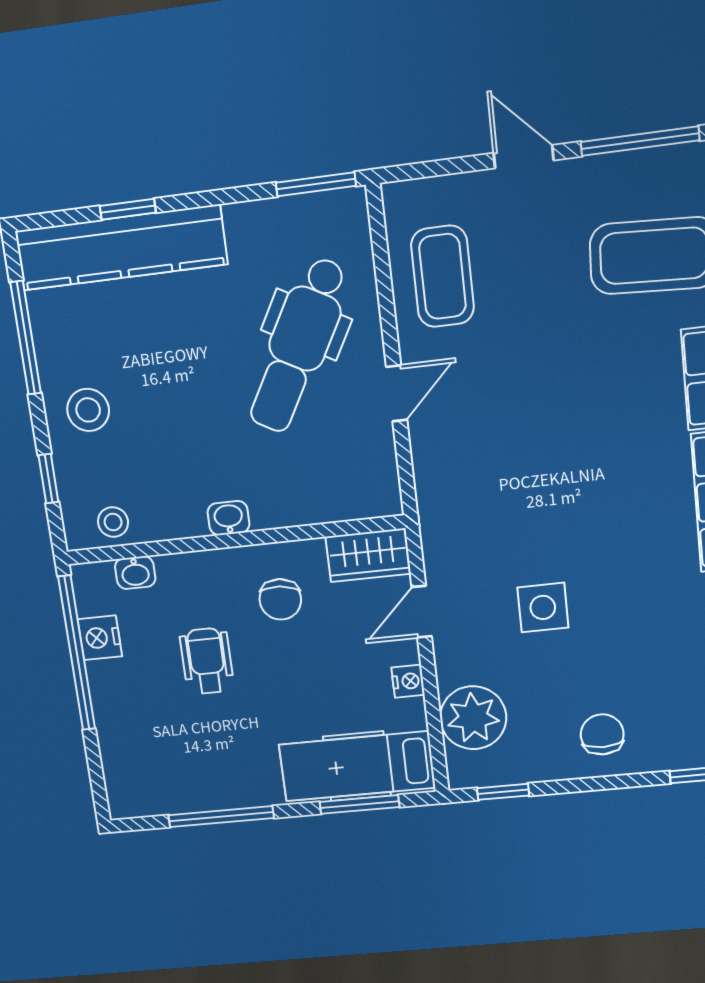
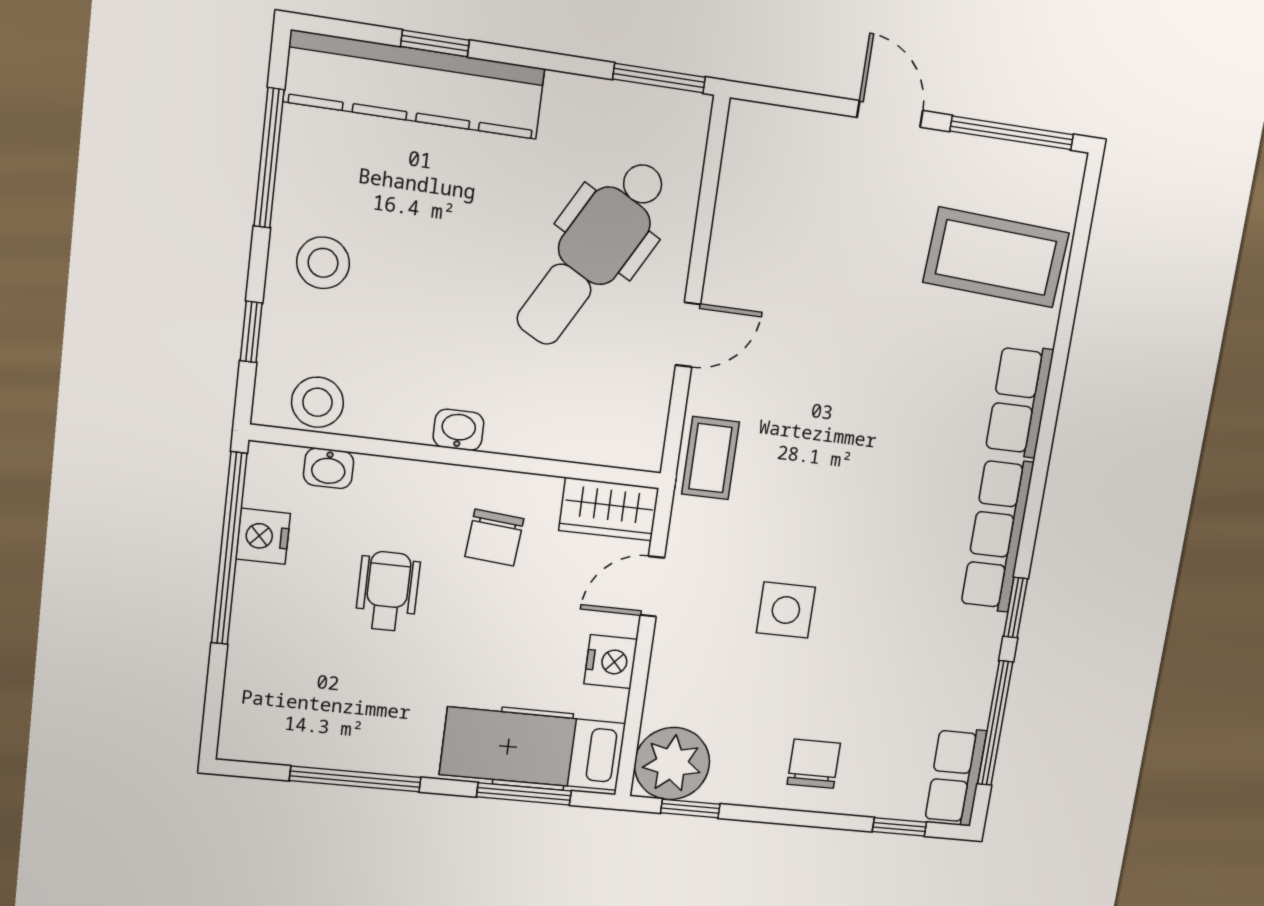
coffee table: (442, 276) -> (710, 458), moved, width x0.73, depth x0.77
stool: (113, 522) -> (317, 402), width x1.37, depth x1.37
nightstand: (408, 681) -> (611, 662), width x1.39, depth x1.35
plant: (473, 718) -> (672, 764), moved

